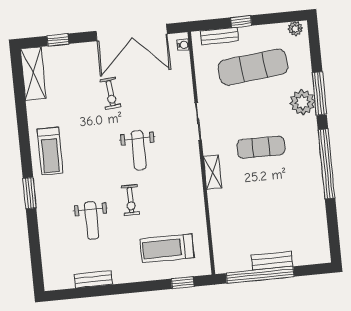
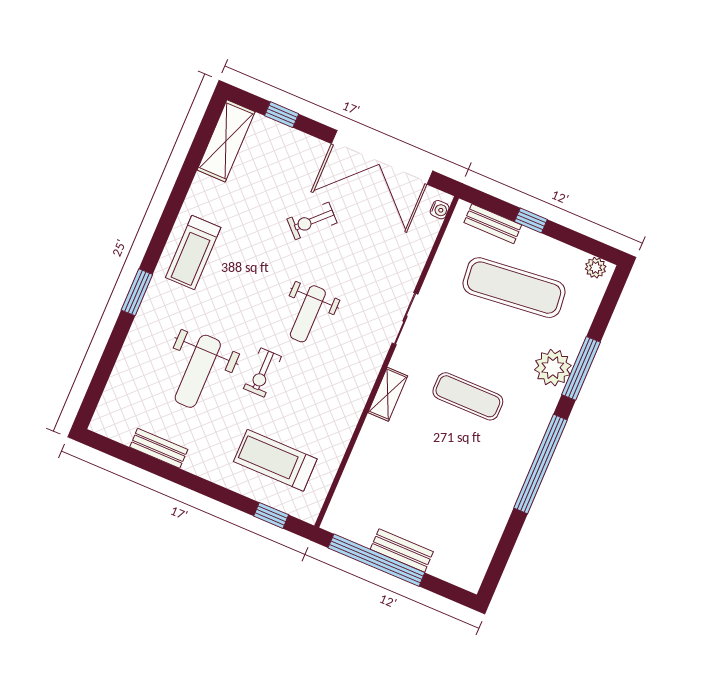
exercise bike: (111, 93) -> (312, 221), turned 50
weight bench: (92, 221) -> (198, 371), width x1.36, depth x1.33

